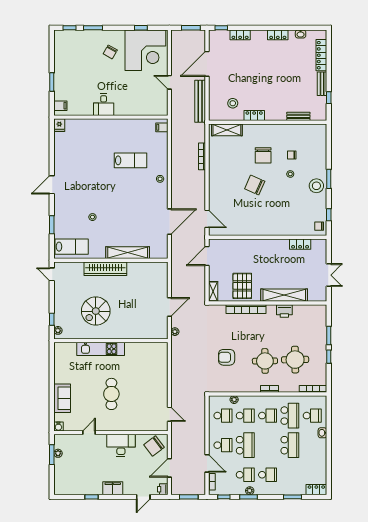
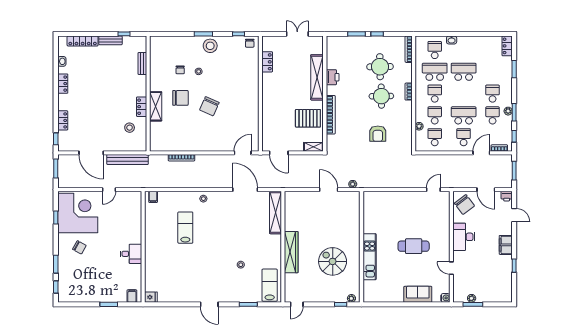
shelving: (227, 130) -> (156, 106), moved
shelving: (128, 253) -> (276, 212), moved
spiral stairs: (96, 311) -> (333, 261), turned 180

